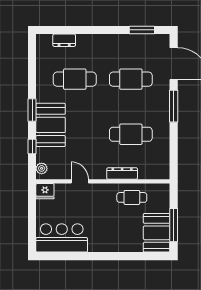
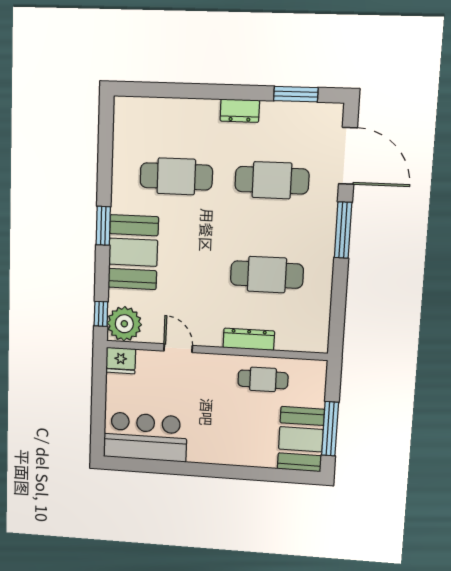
dresser: (64, 40) -> (240, 111), moved
window: (32, 147) -> (101, 314), moved
plant: (42, 168) -> (124, 324), width x1.87, depth x1.87

